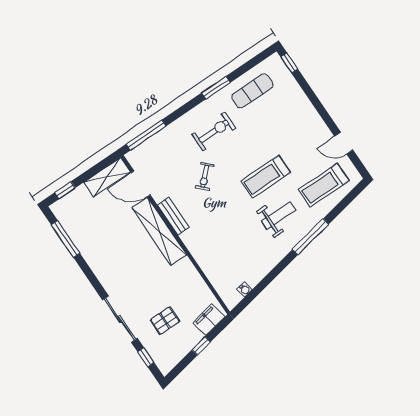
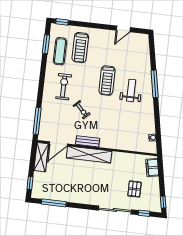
window: (216, 88) -> (46, 44), moved
treadmill: (324, 185) -> (80, 47), moved
window: (201, 346) -> (163, 202), moved

